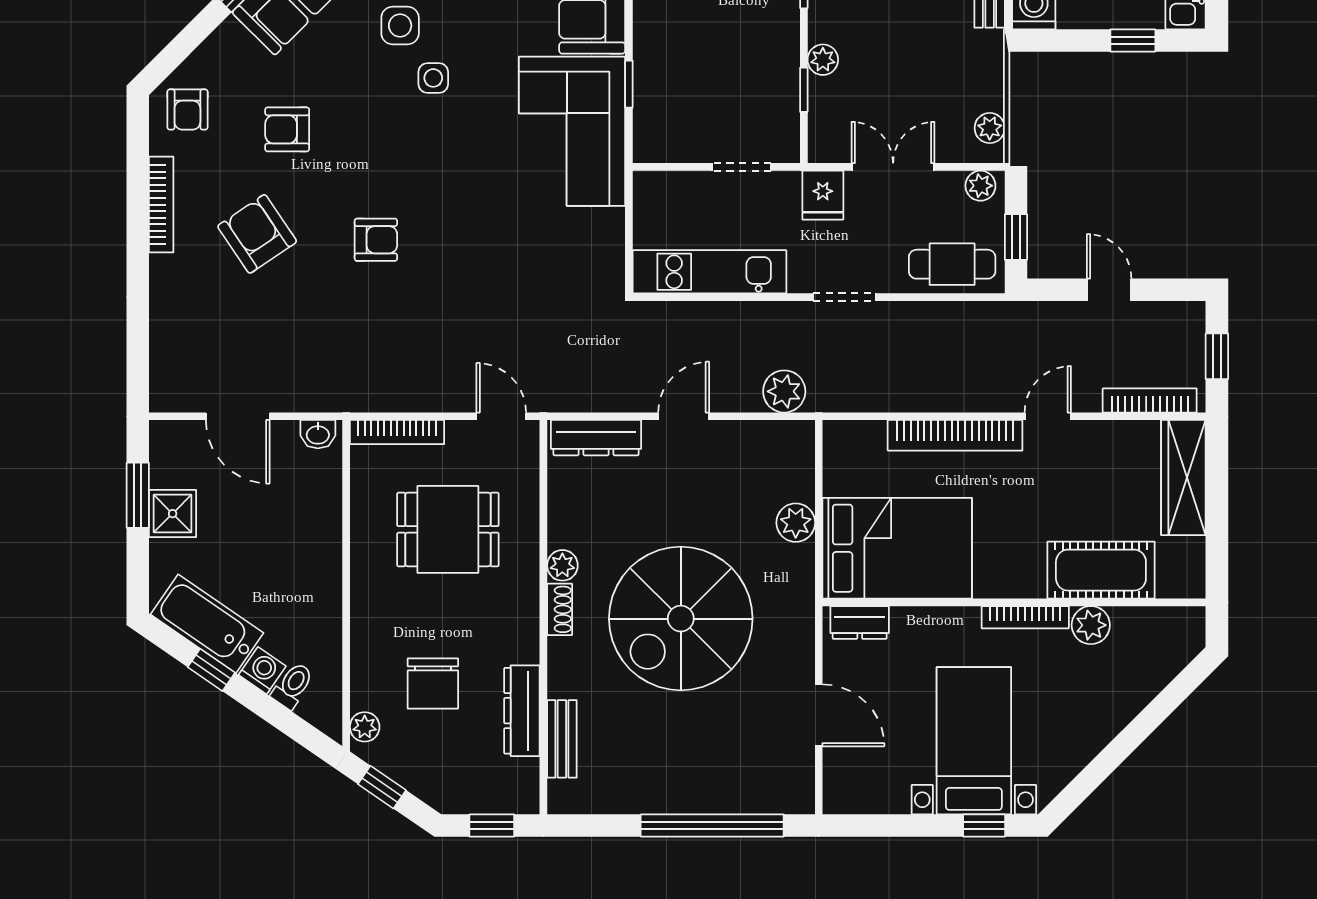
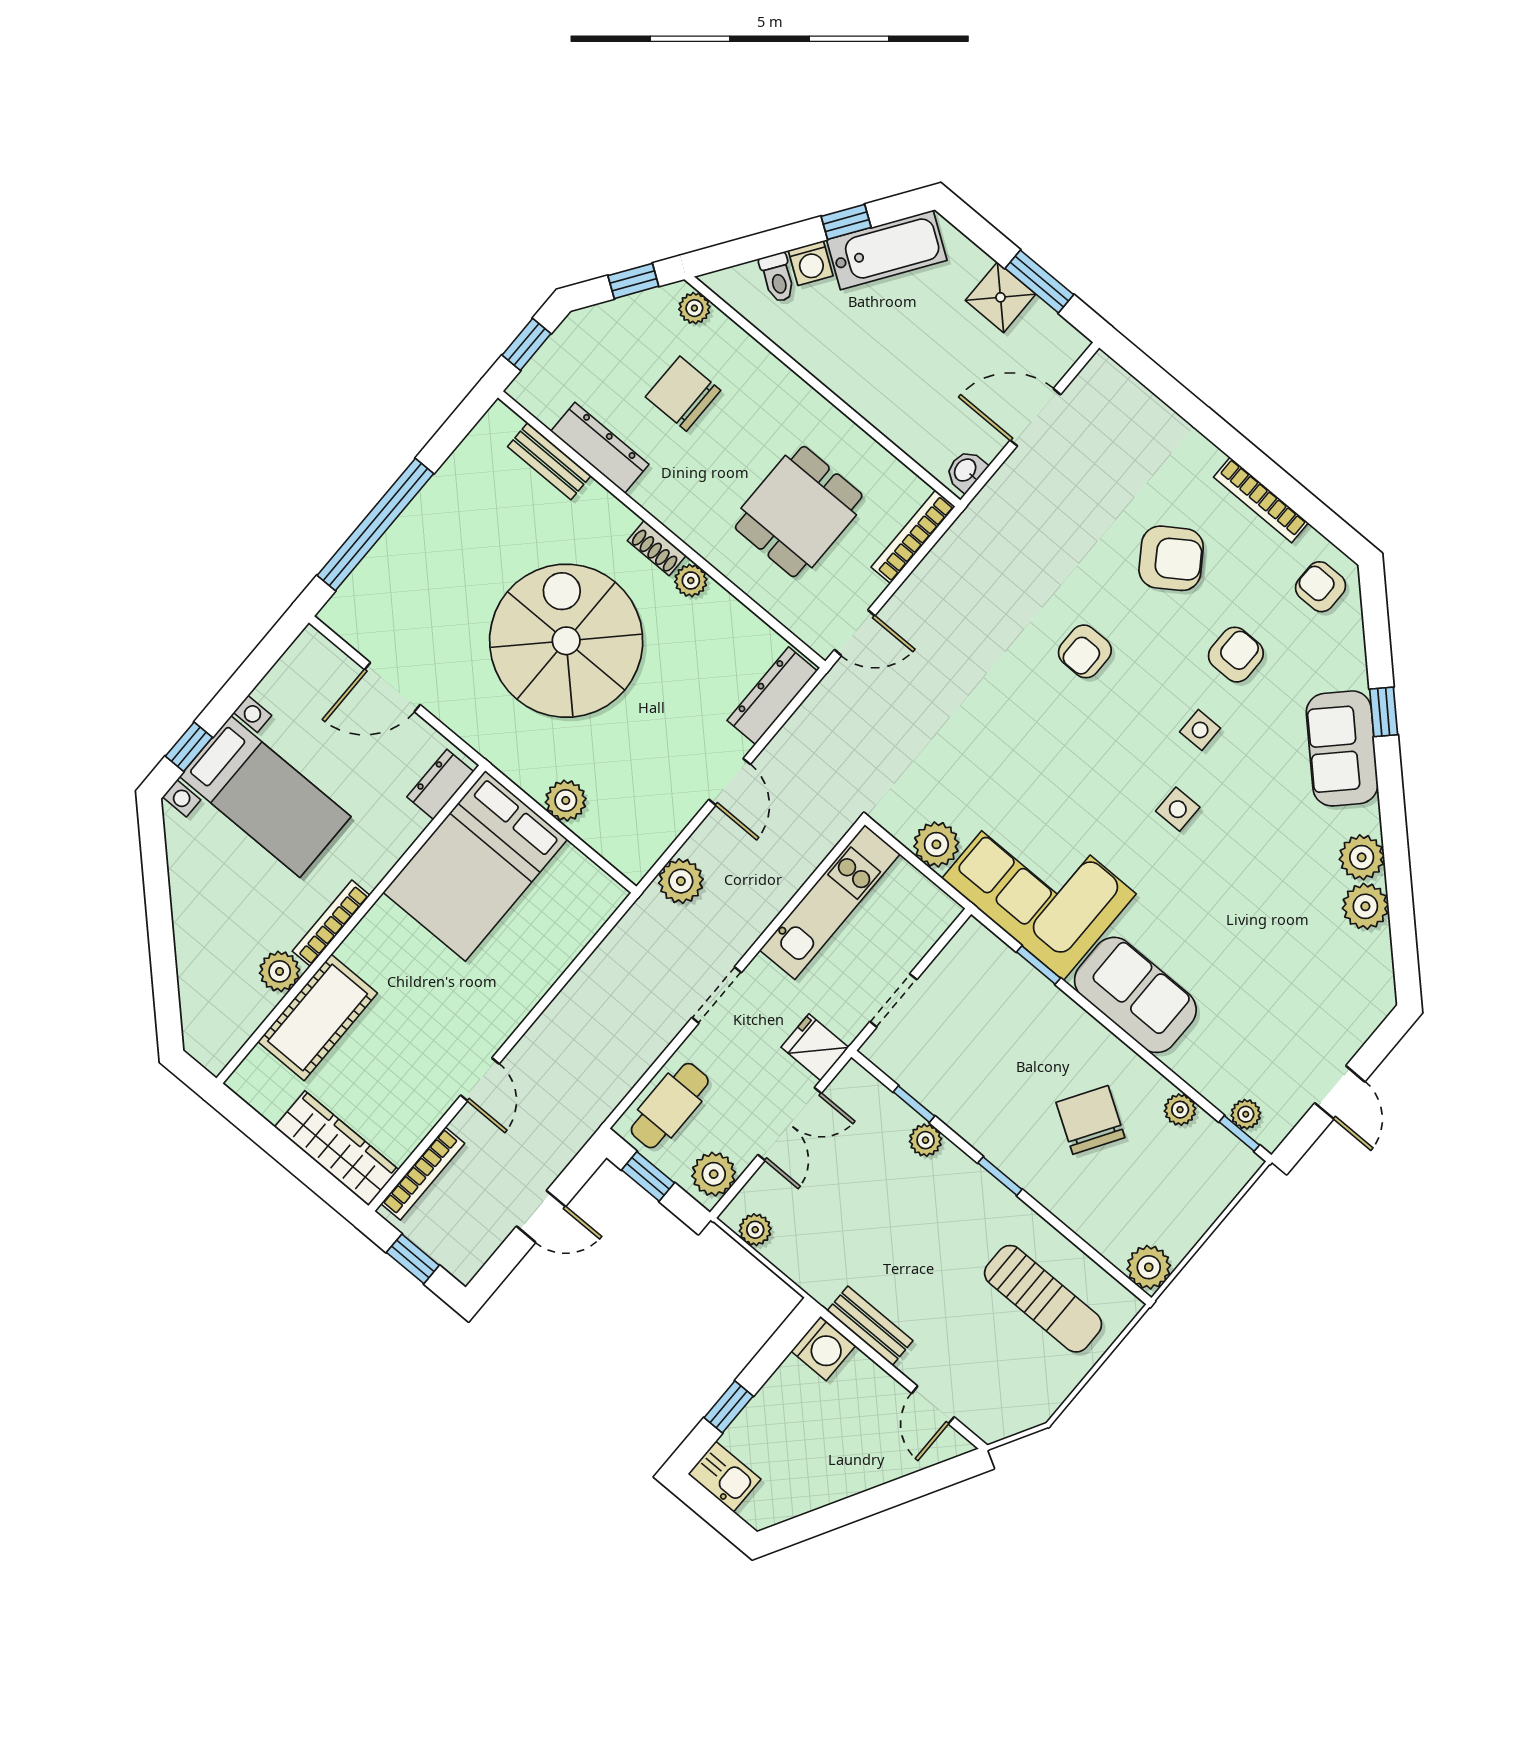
side table: (400, 26) -> (1200, 730), moved, width x0.73, depth x0.73
plant: (980, 186) -> (714, 1174), width x1.38, depth x1.38
plant: (604, 230) -> (936, 844), added
bookcase: (955, 435) -> (528, 991), removed

